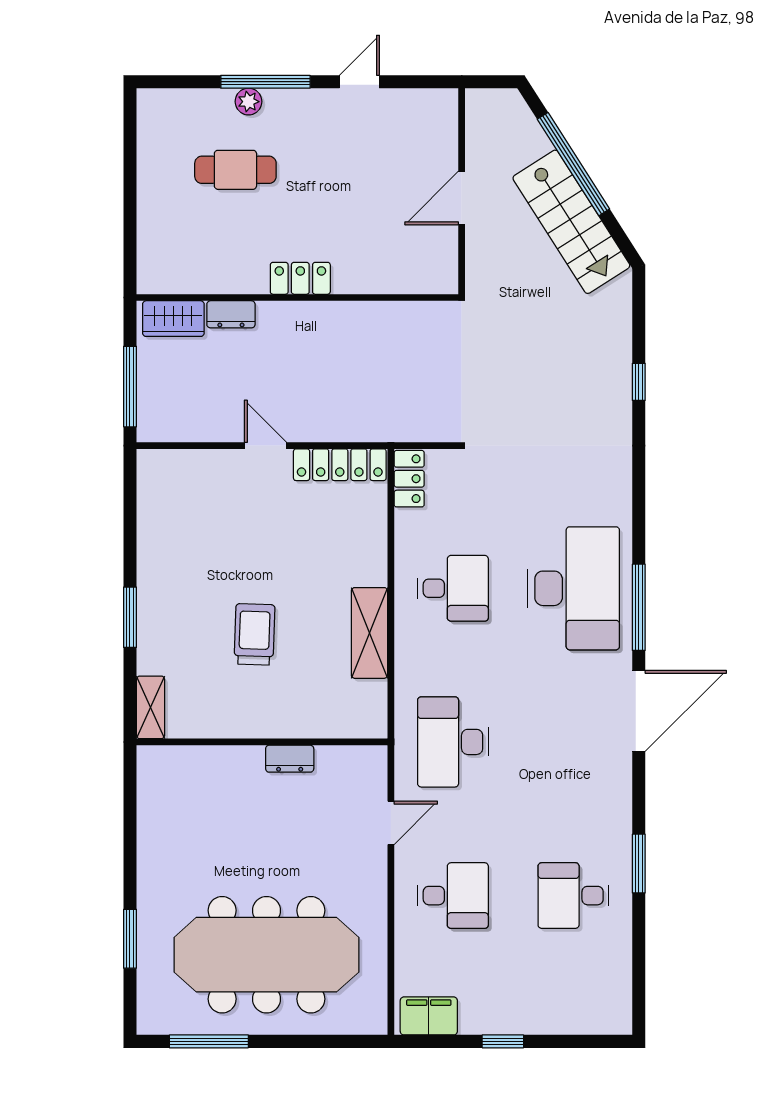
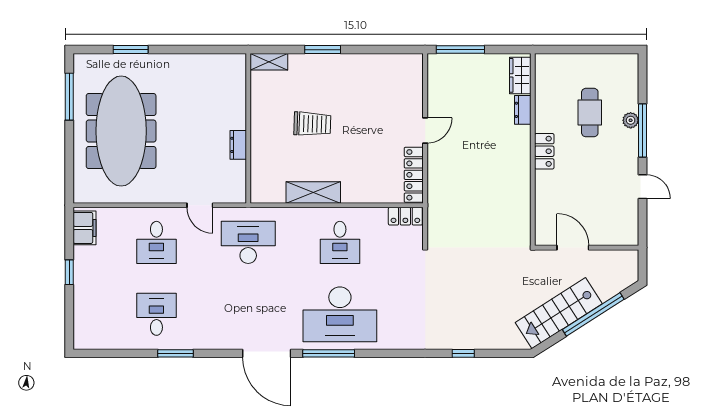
locker: (300, 278) -> (544, 151), moved
wall: (297, 297) -> (533, 150), moved
dresser: (231, 314) -> (523, 110), moved
wardrobe: (173, 319) -> (520, 75), moved

